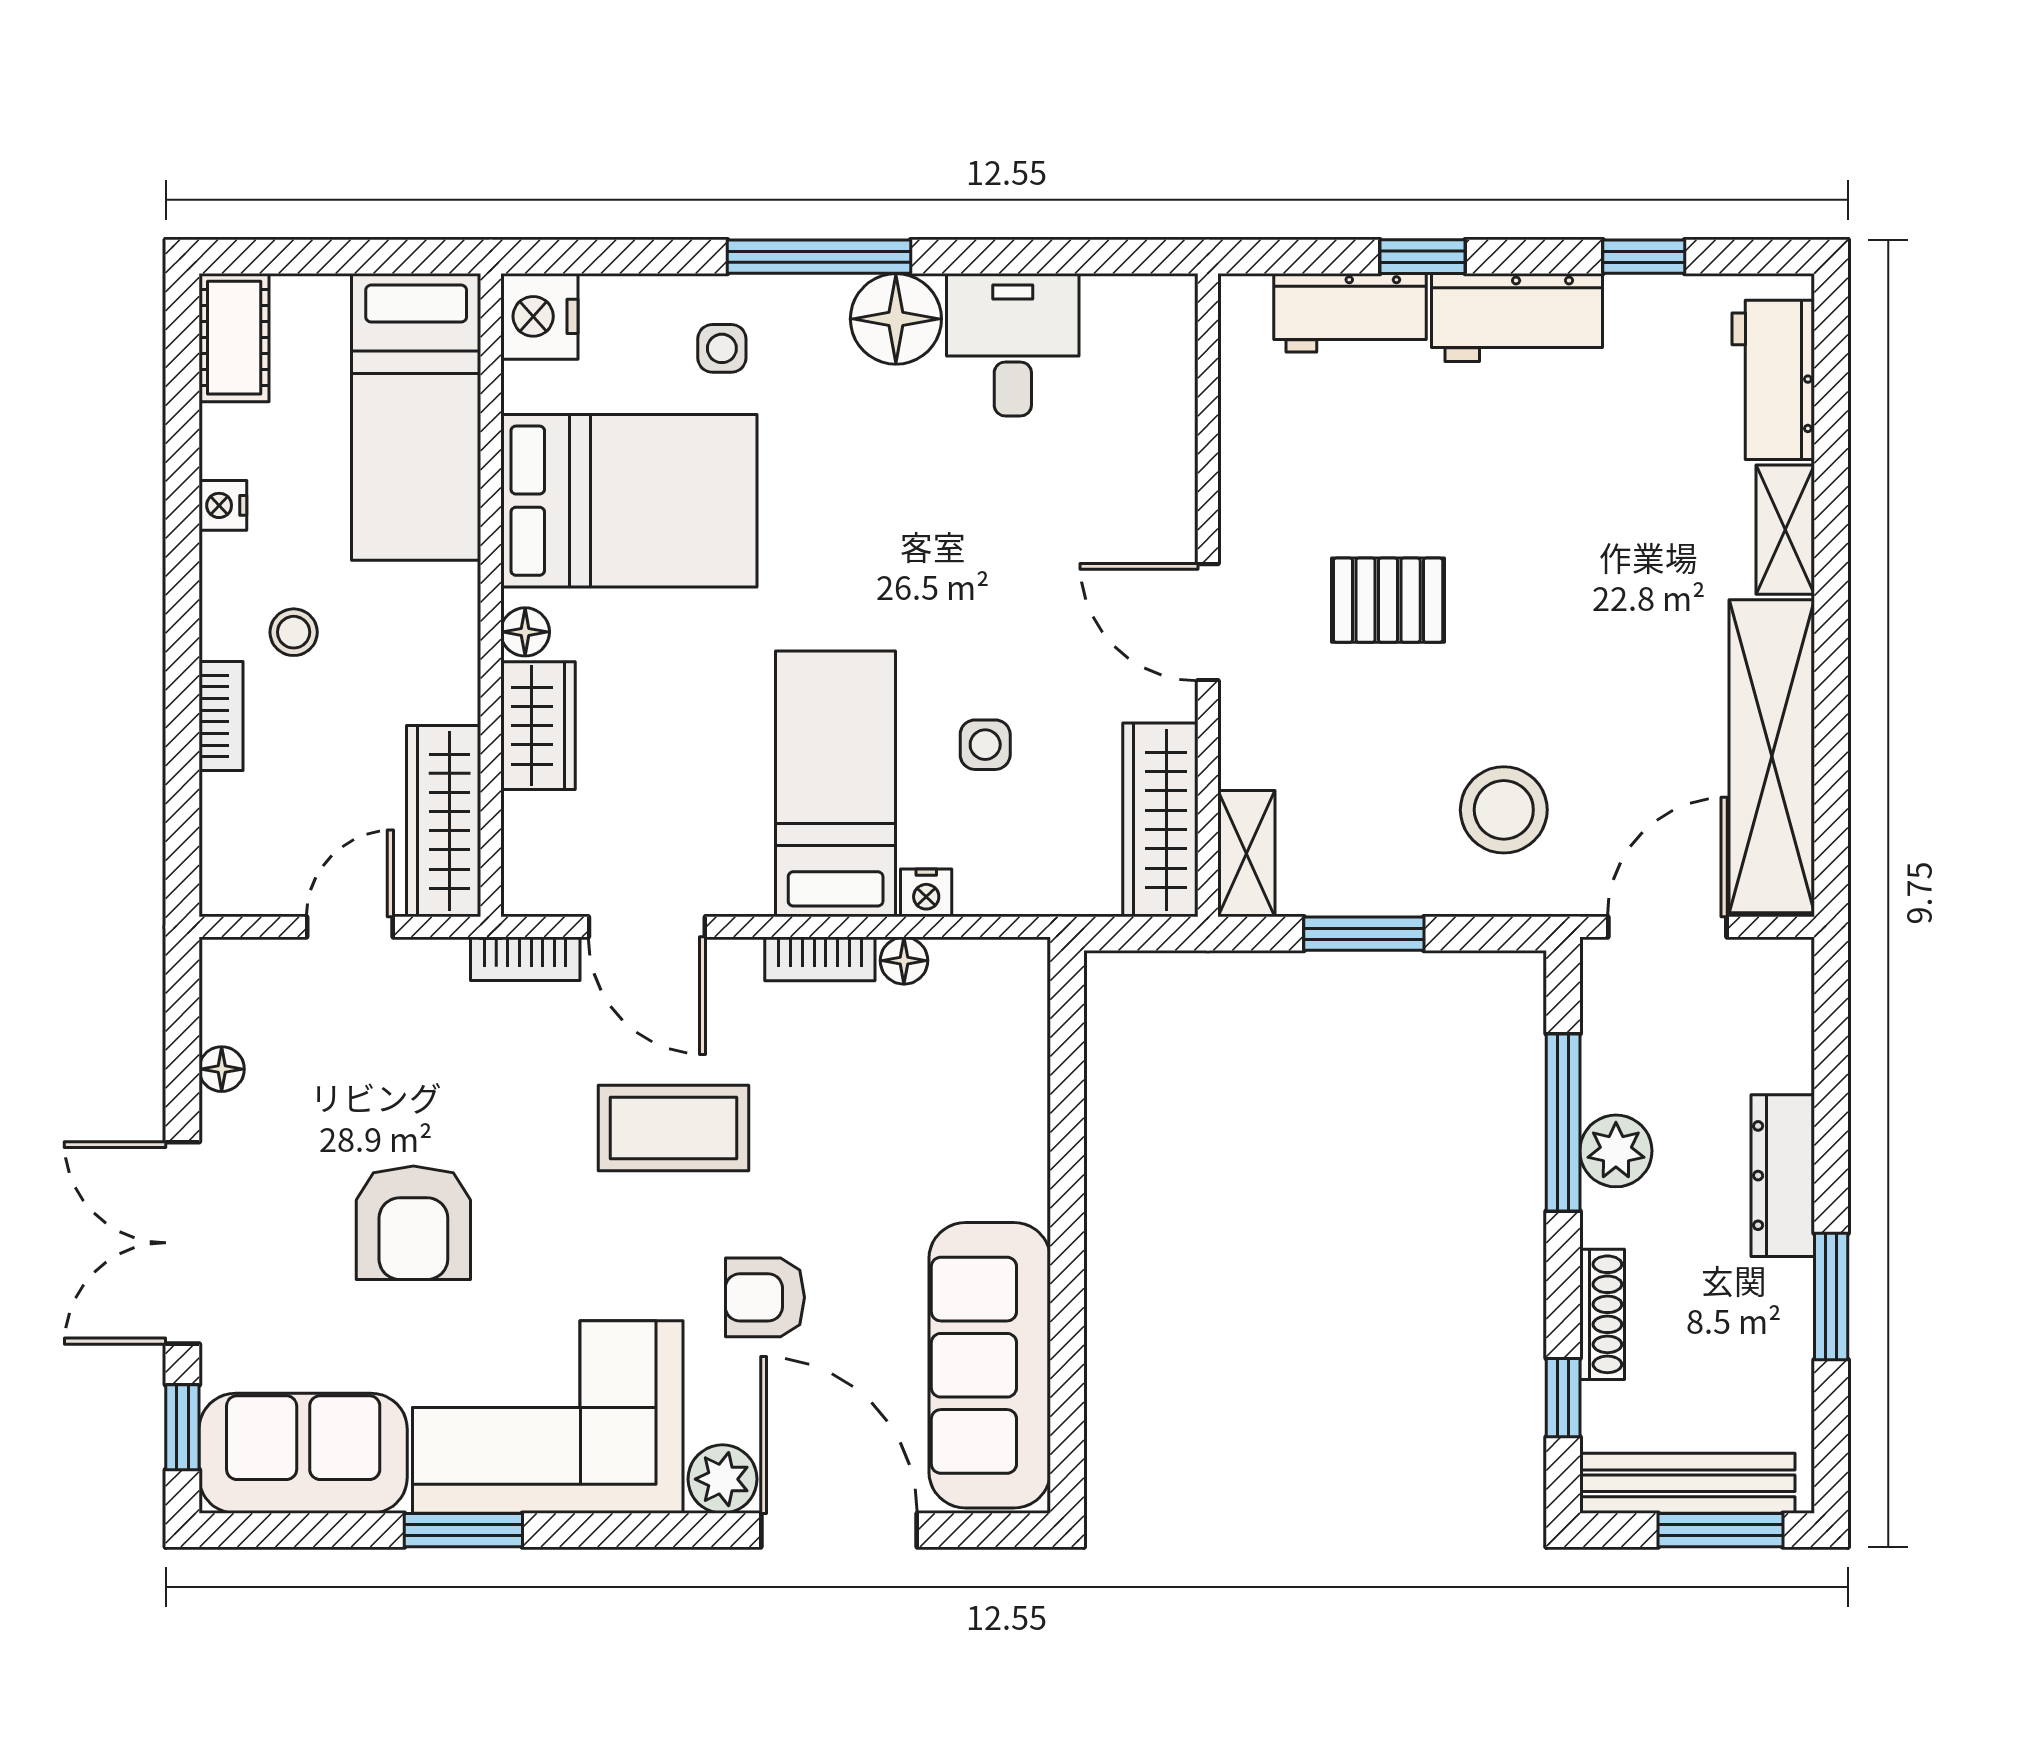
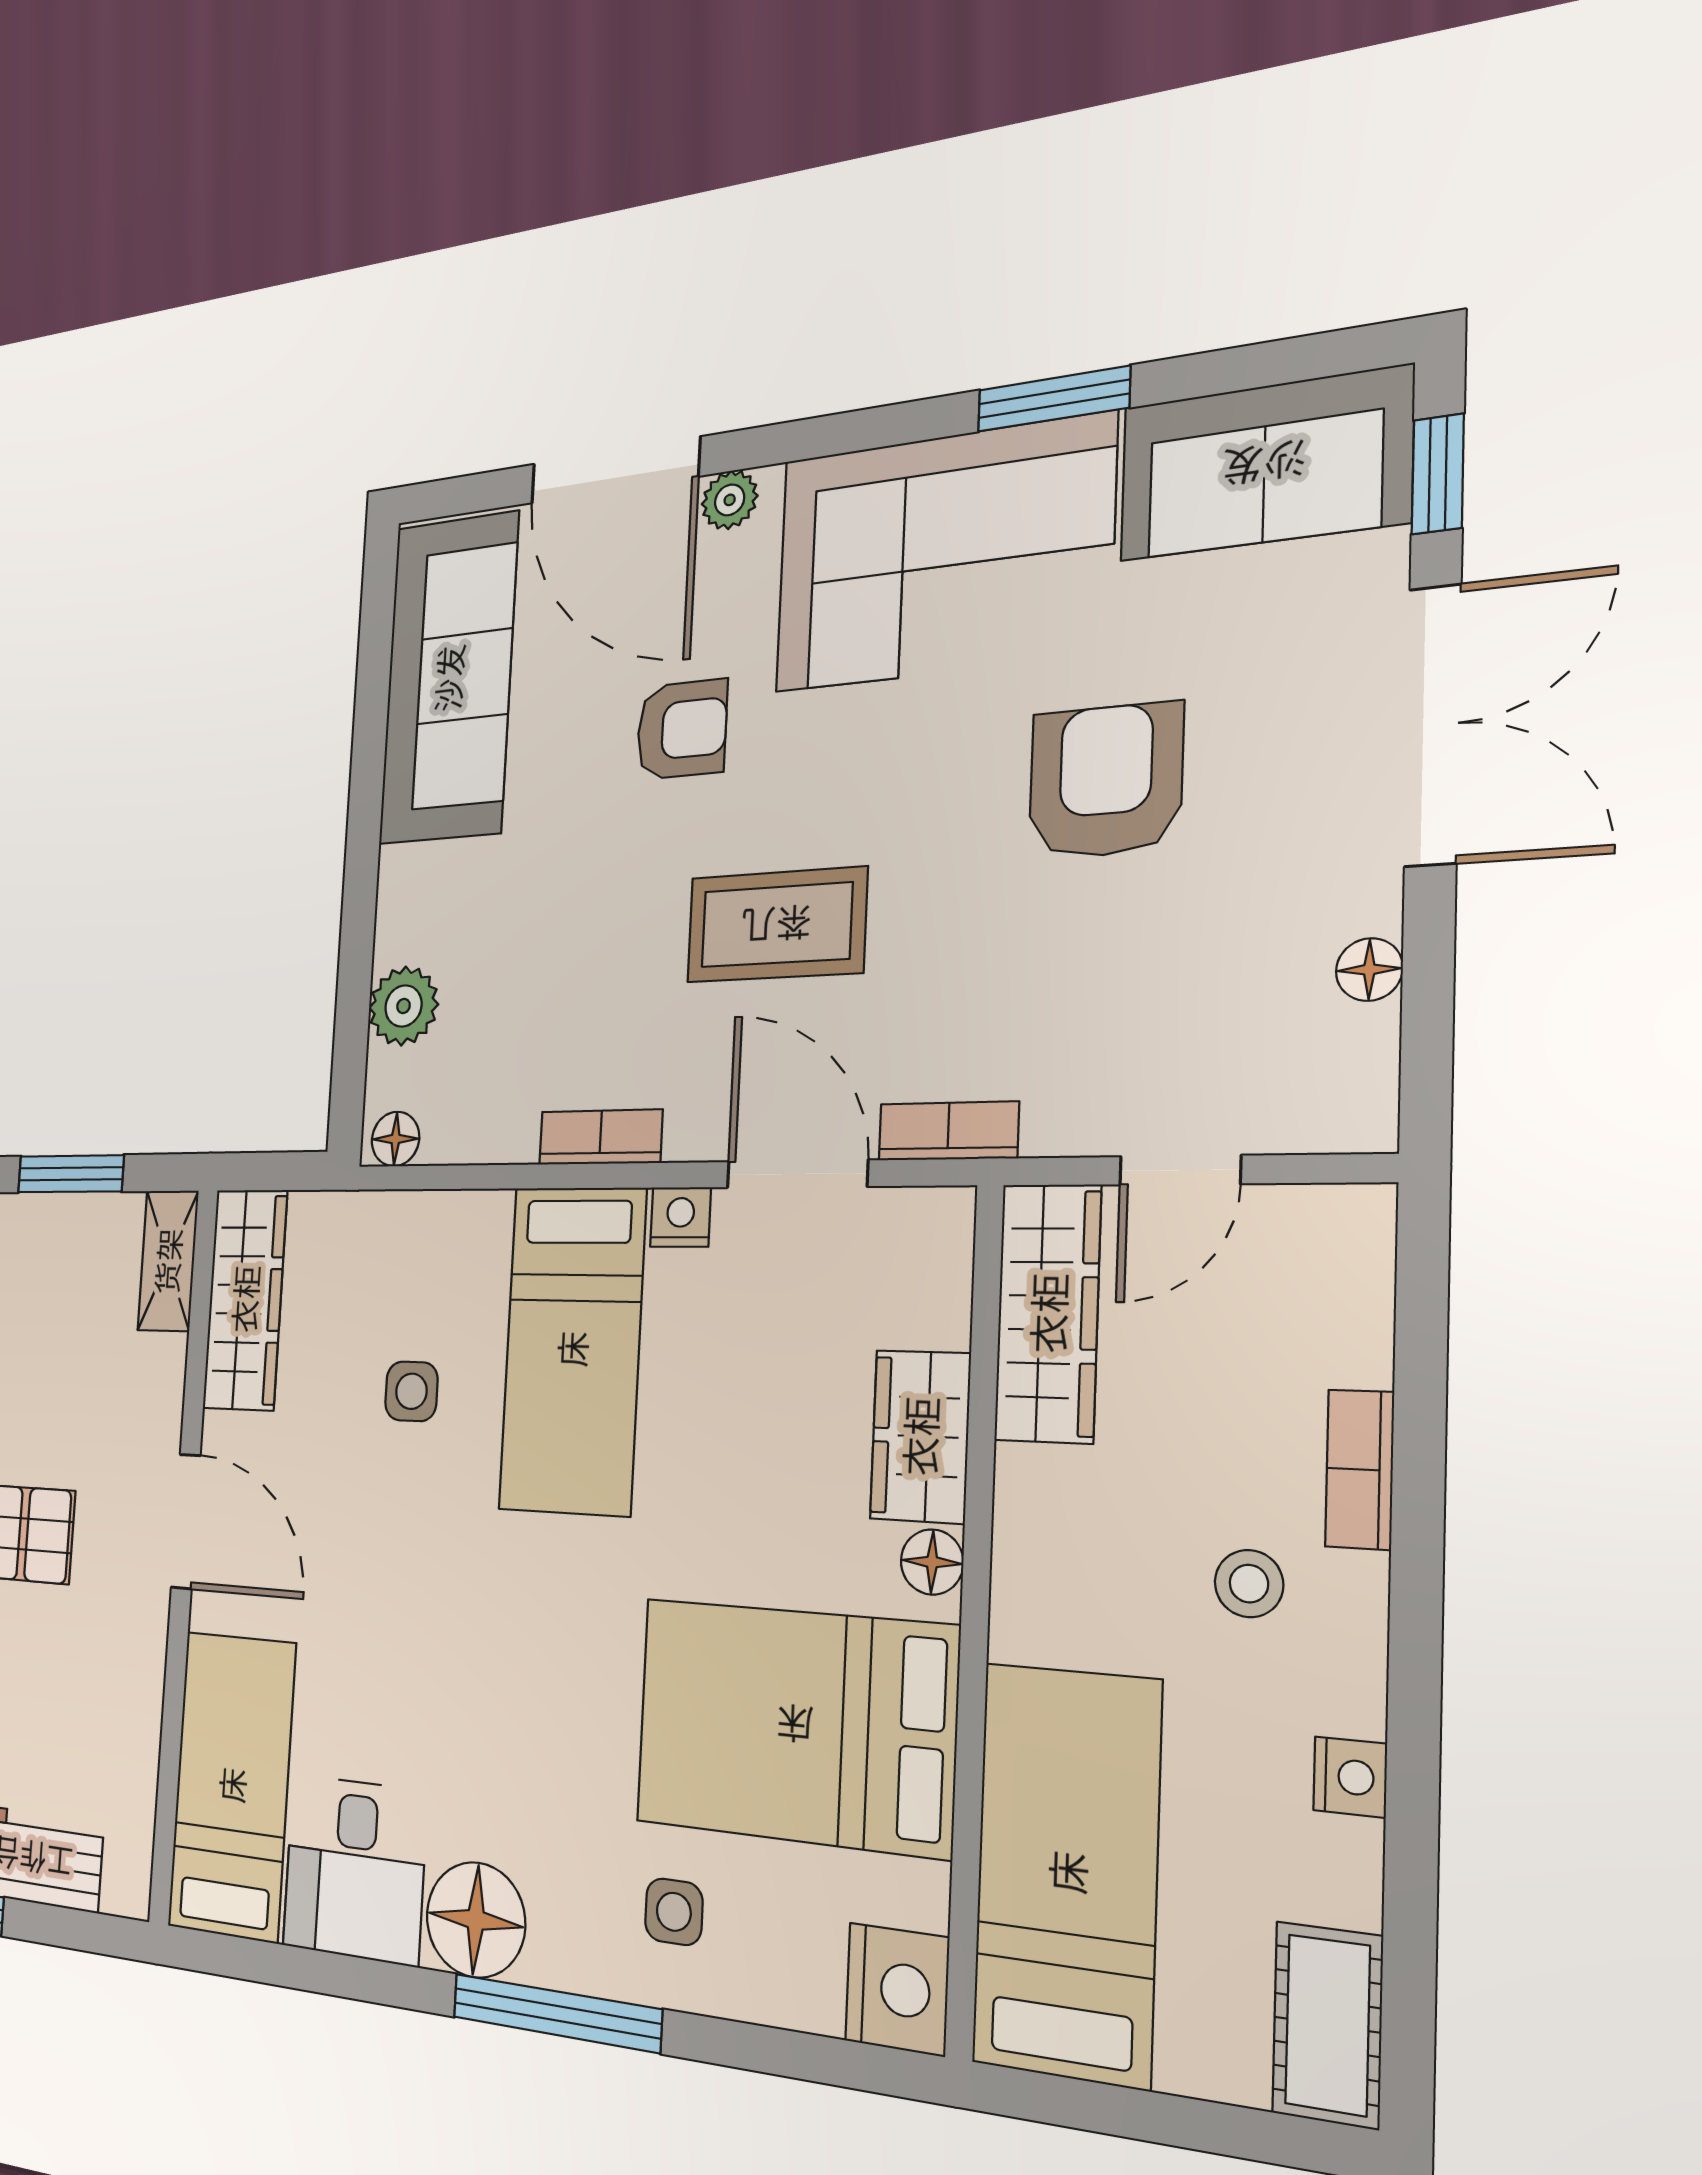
bed: (1141, 400) -> (232, 1785), added
nightstand: (926, 893) -> (680, 1217), moved
floor lamp: (904, 961) -> (395, 1139), moved
plant: (1016, 1077) -> (403, 1006), added
plant: (722, 1479) -> (730, 500), width x0.73, depth x0.73

